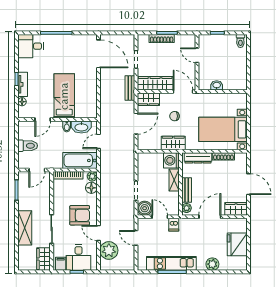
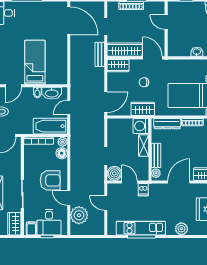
washbasin: (217, 85) -> (197, 52), moved
door: (136, 124) -> (106, 102), moved

